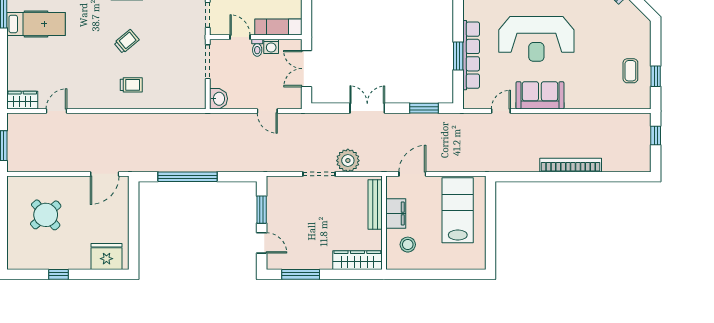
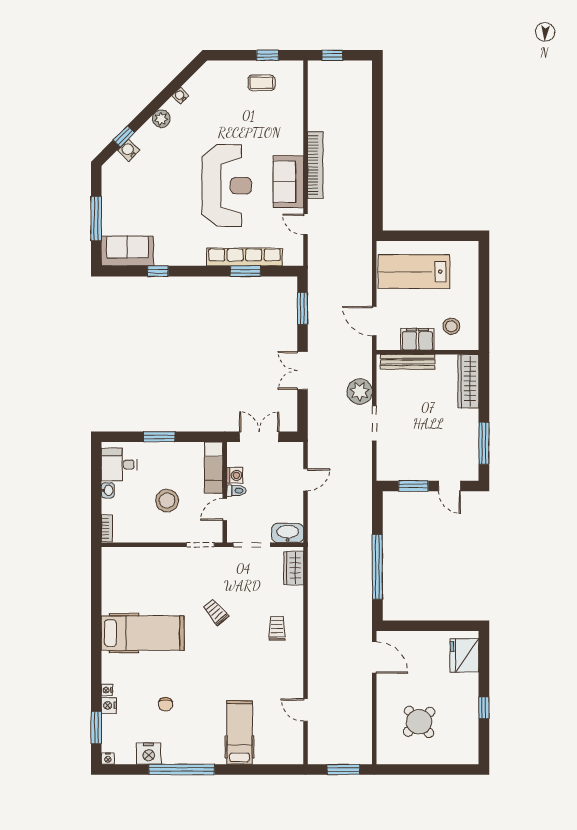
hospital bed: (36, 24) -> (240, 732), moved
trolley: (126, 41) -> (216, 612), moved
double door: (307, 69) -> (259, 437), swing flipped
washbasin: (218, 99) -> (288, 533), width x1.38
wardrobe: (22, 100) -> (294, 568), moved
bookcase: (571, 165) -> (315, 165), moved, turned 180
door: (262, 243) -> (450, 486), swing flipped

